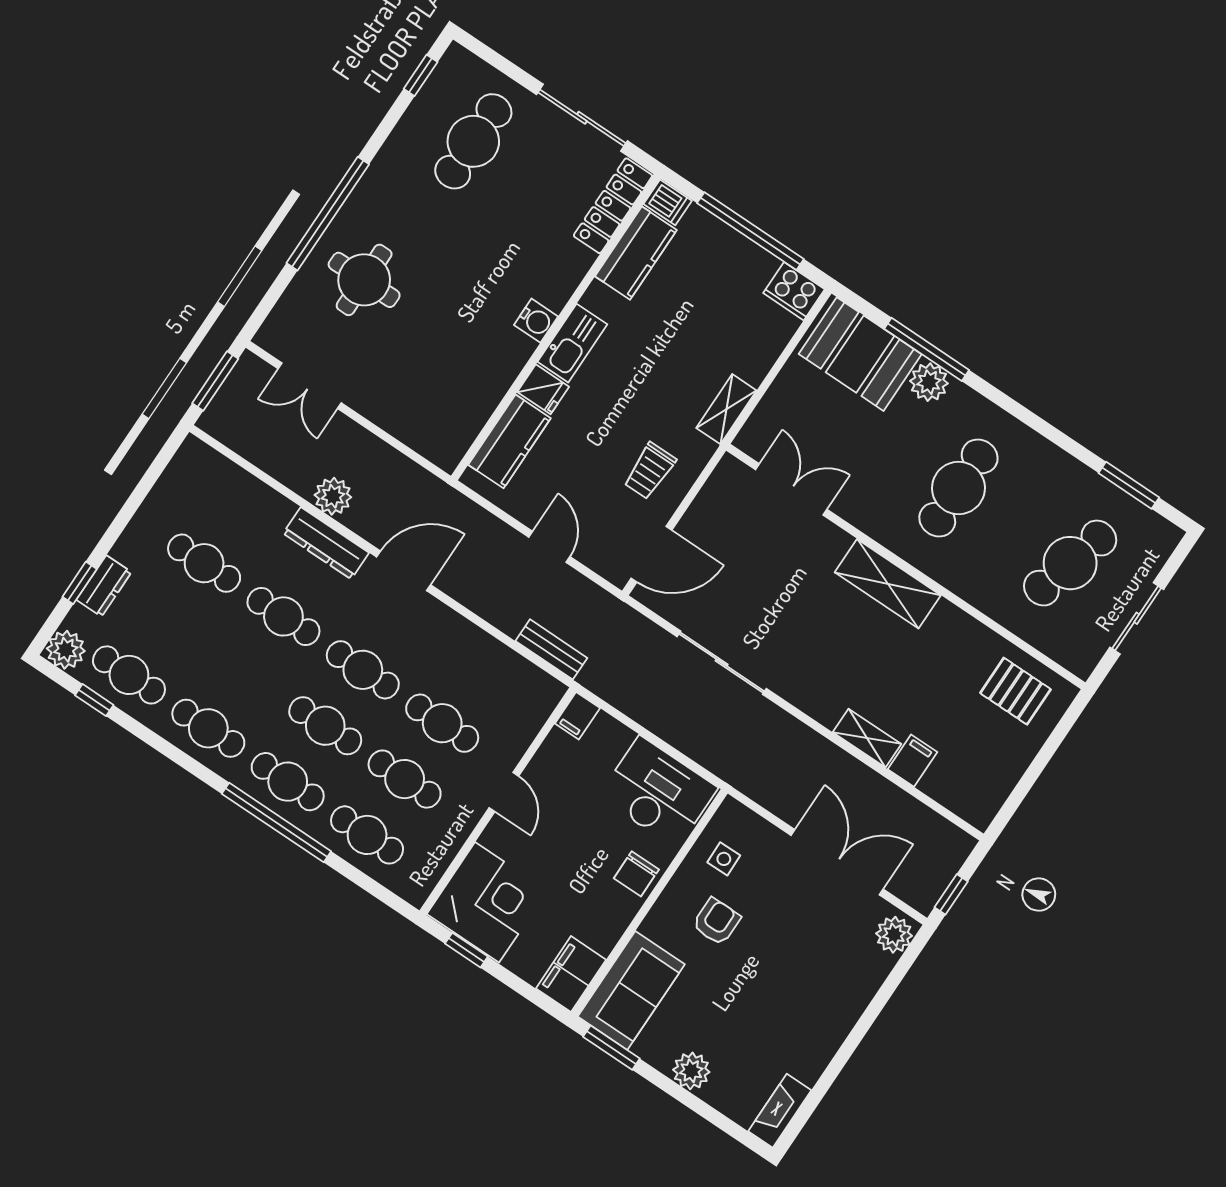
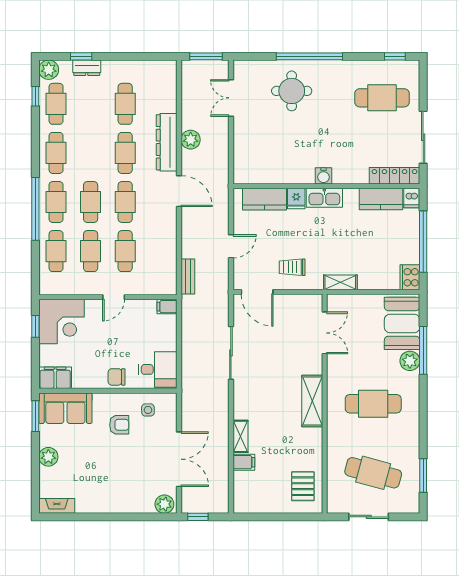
dresser: (326, 543) -> (167, 142), width x1.37, depth x1.24
desk: (658, 792) -> (158, 369), width x0.73

